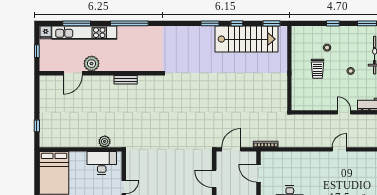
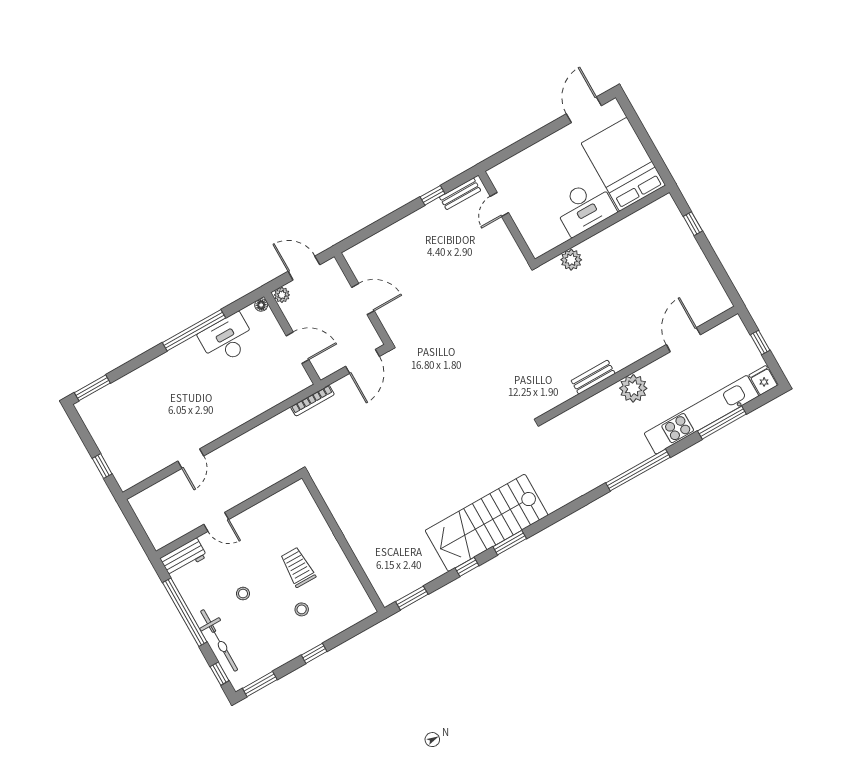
stairs: (247, 39) -> (487, 523), moved
plant: (92, 64) -> (633, 388), moved
desk: (102, 163) -> (585, 207), moved

